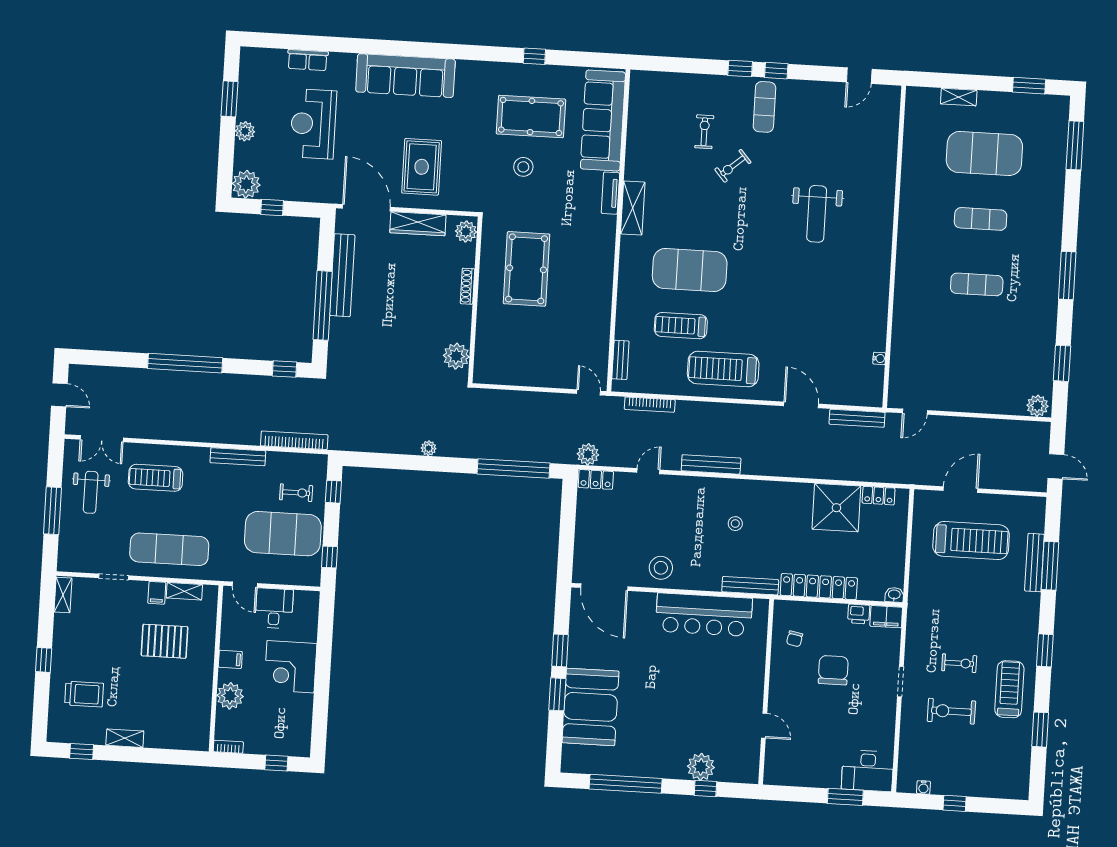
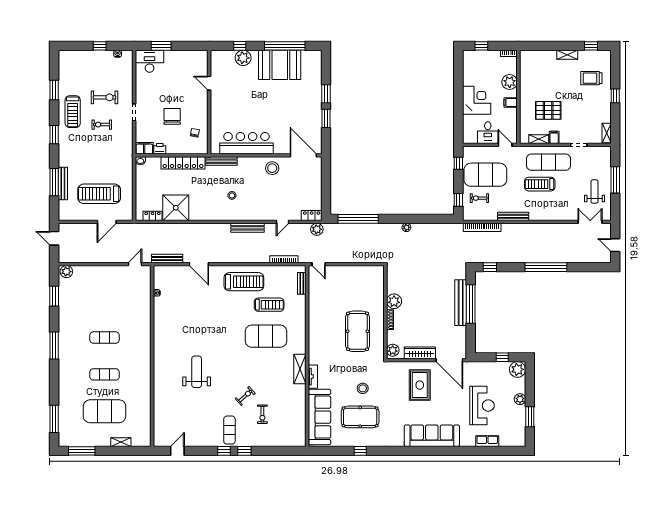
window: (1029, 86) -> (82, 451), width x1.44
bench: (342, 275) -> (461, 303), moved
plant: (456, 356) -> (394, 301), moved
treadmill: (156, 478) -> (540, 184), moved, turned 180
chair: (833, 670) -> (172, 116), turned 180
booth: (591, 707) -> (280, 65), moved, turned 90

